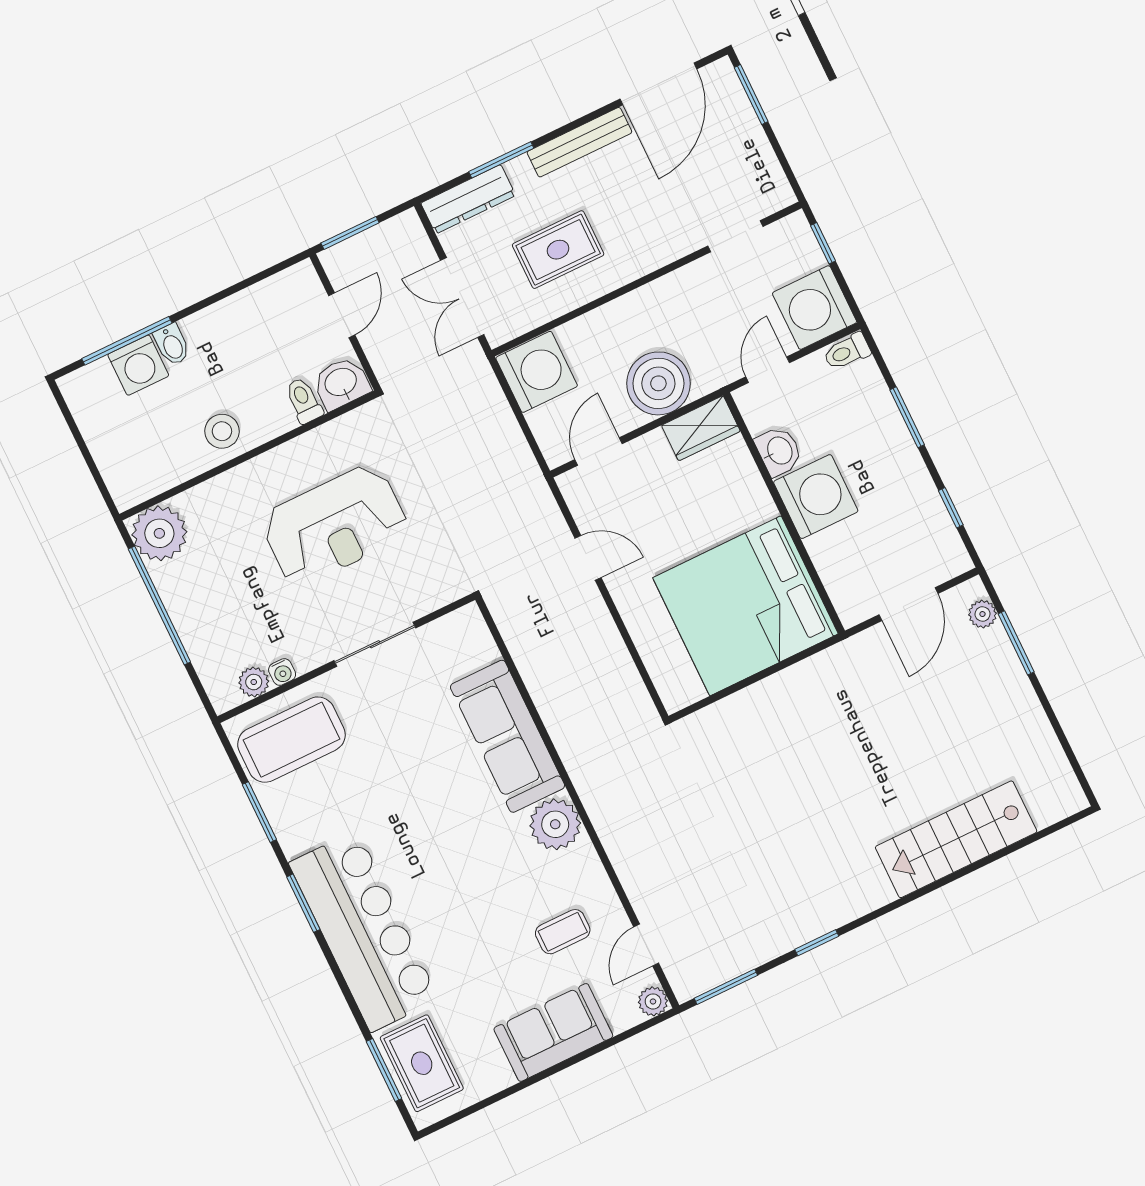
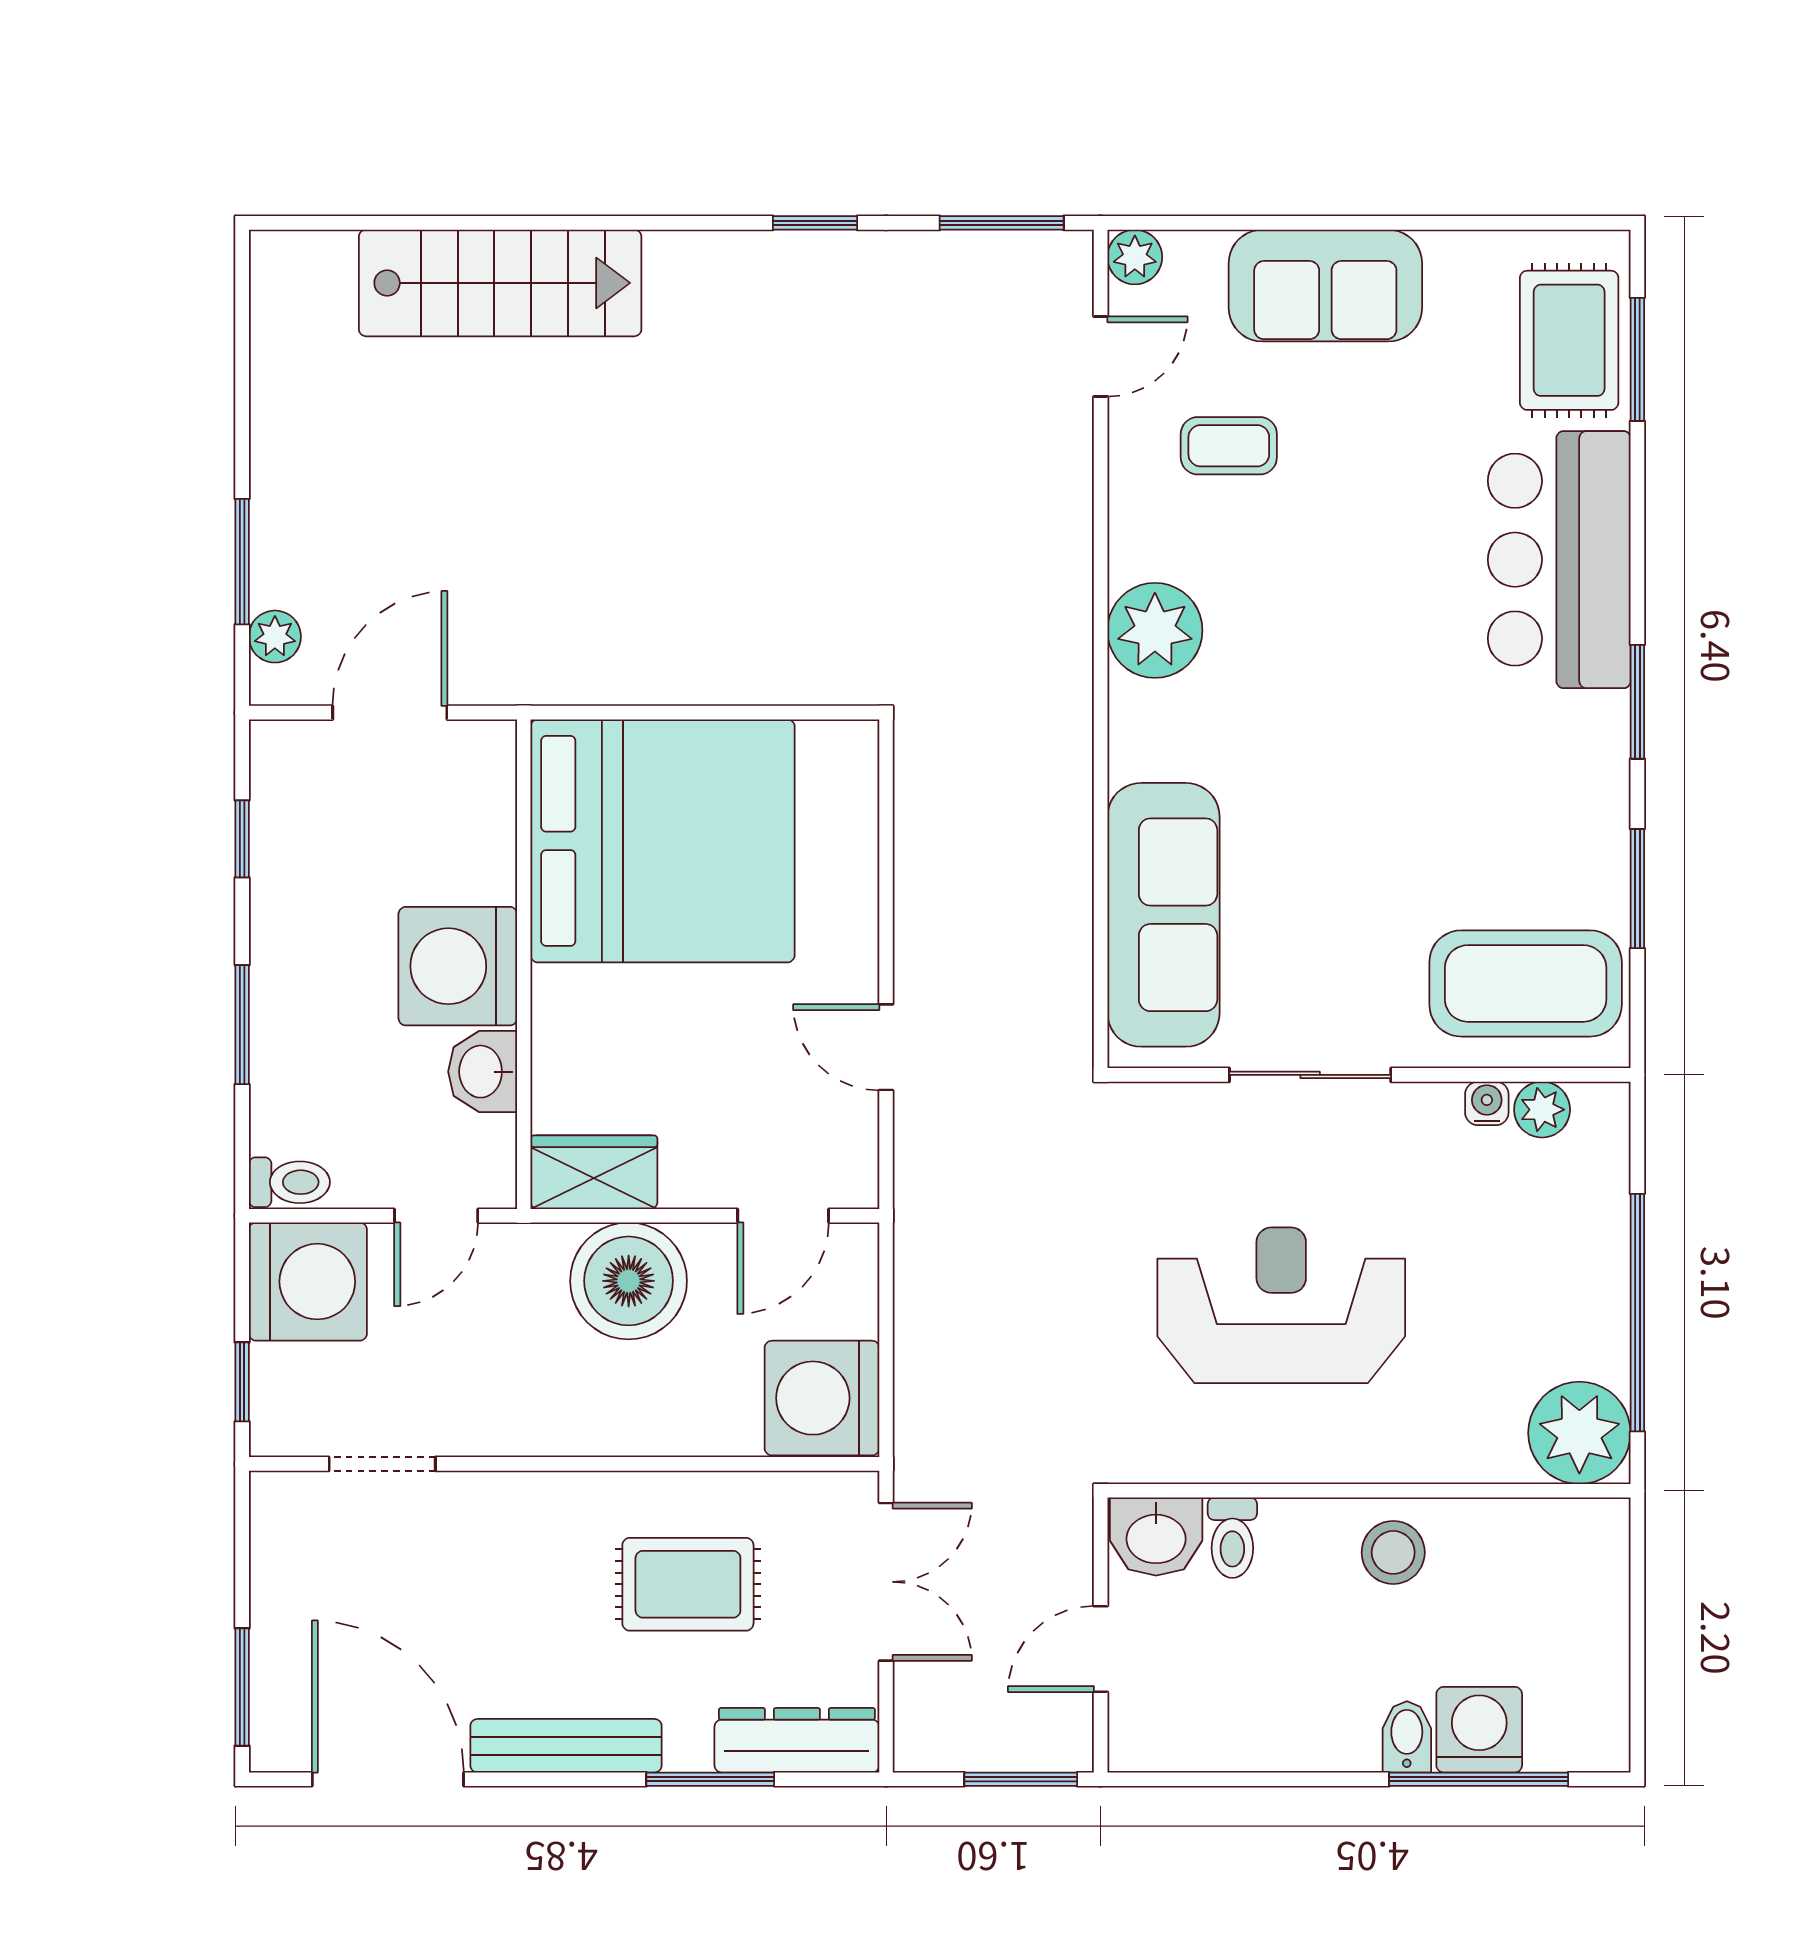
door: (658, 84) -> (388, 1779), hinge flipped
sofa: (508, 736) -> (1163, 915), moved
bar counter: (364, 931) -> (1559, 560), width x0.73

